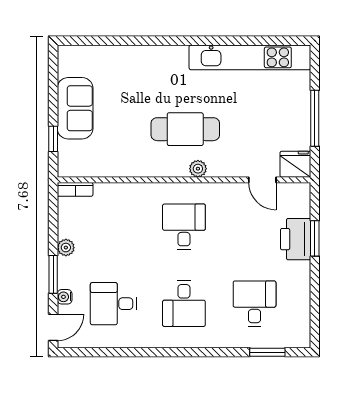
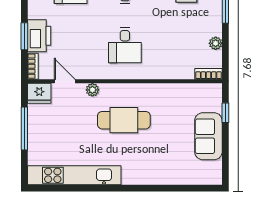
plant: (198, 169) -> (92, 90), moved
bookcase: (304, 199) -> (33, 66), added
plant: (66, 248) -> (216, 43), moved

